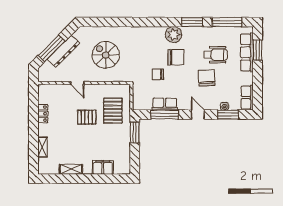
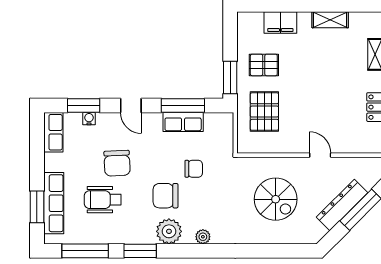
plant: (152, 31) -> (203, 237), added
pallet: (87, 117) -> (264, 65), moved

